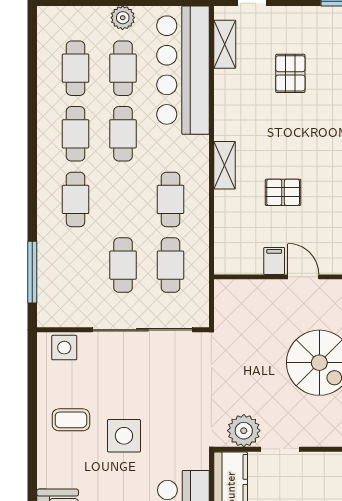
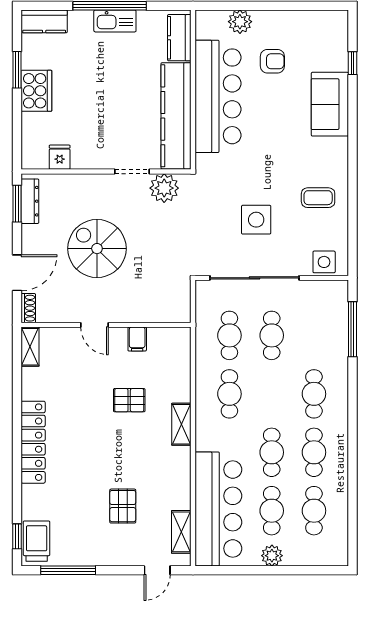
door: (303, 277) -> (94, 325), moved
side table: (124, 436) -> (256, 220), moved

